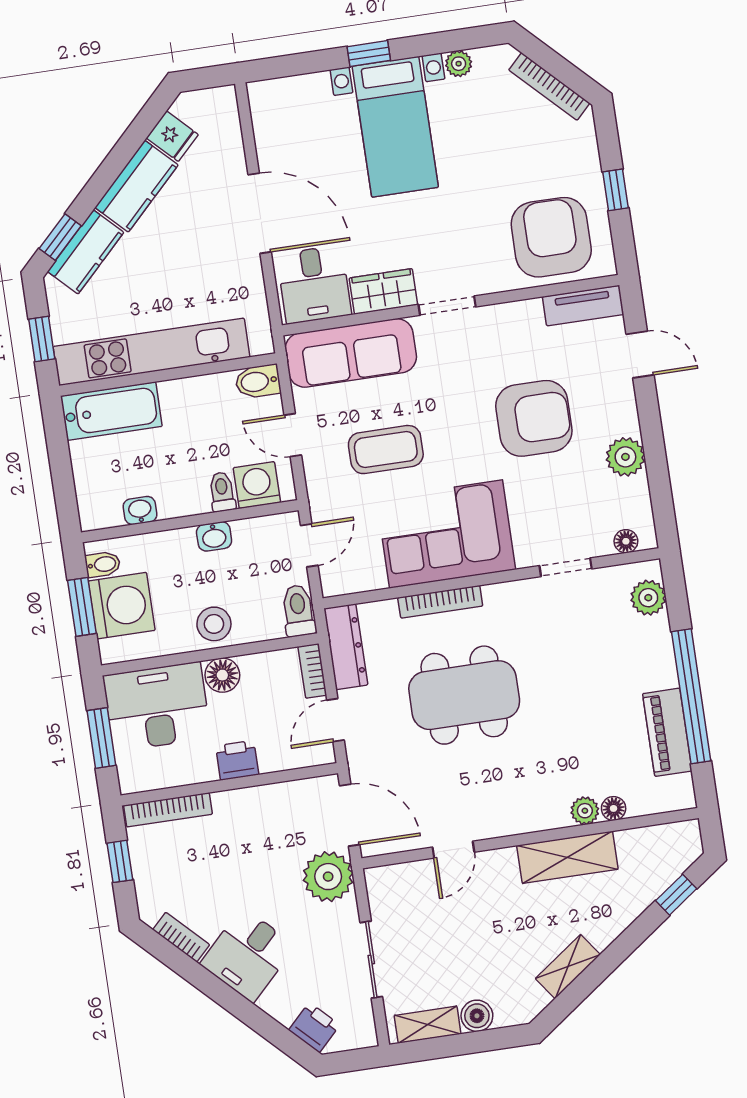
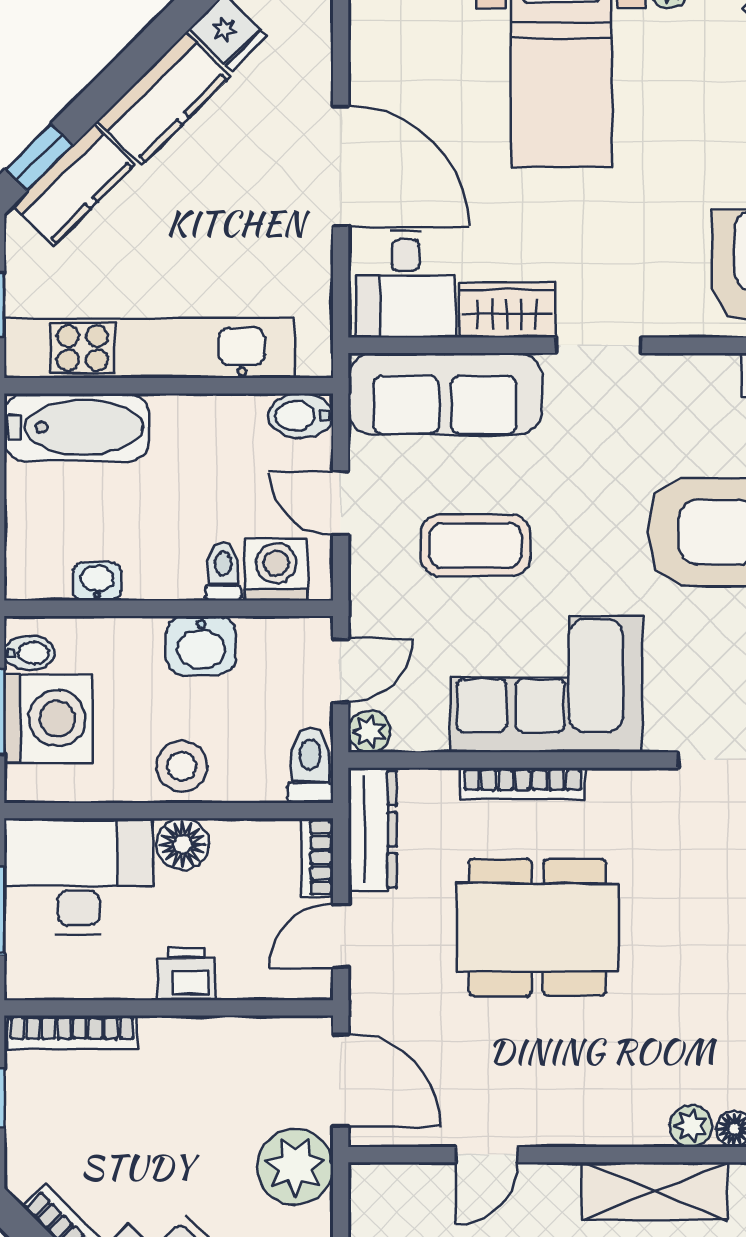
washbasin: (214, 536) -> (201, 645), width x1.38, depth x1.45
plant: (334, 583) -> (369, 731), added

